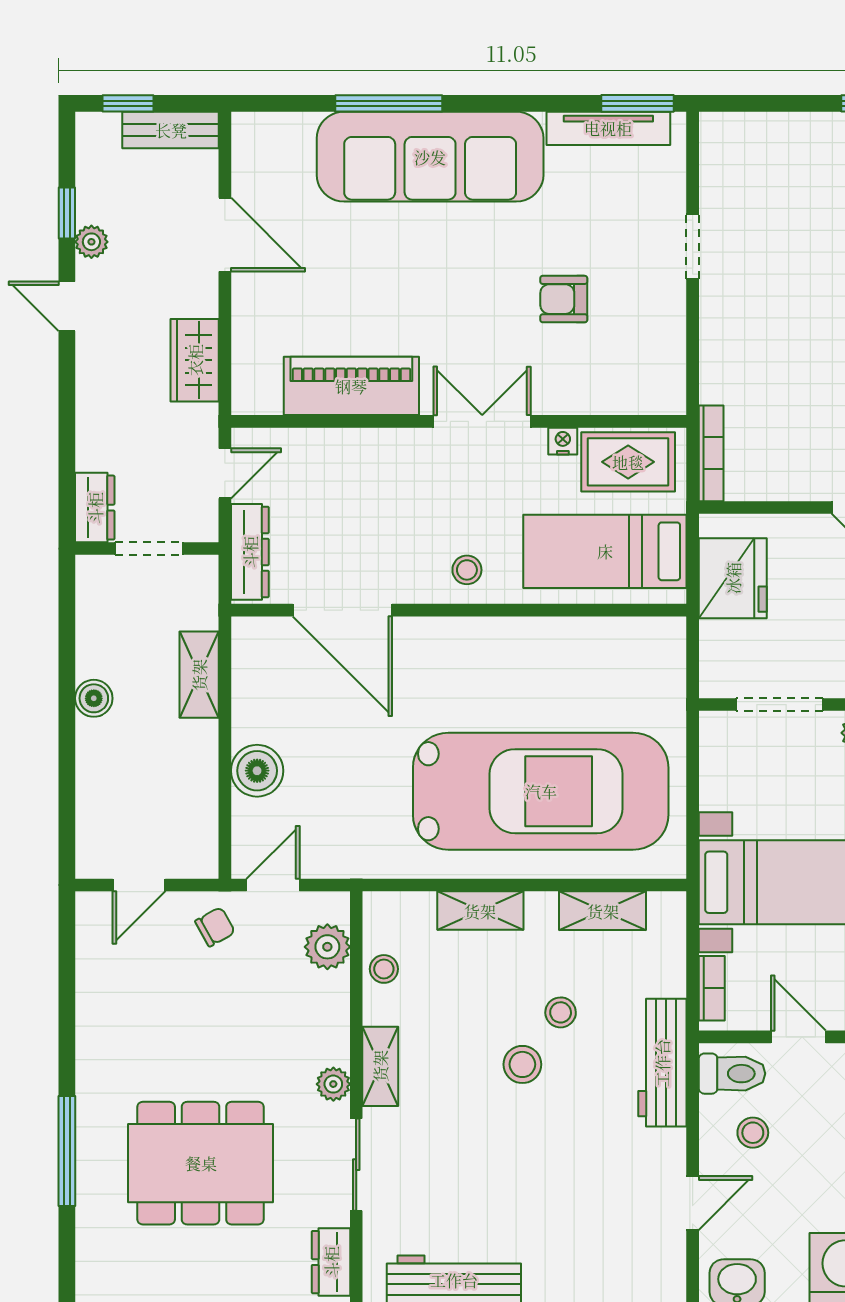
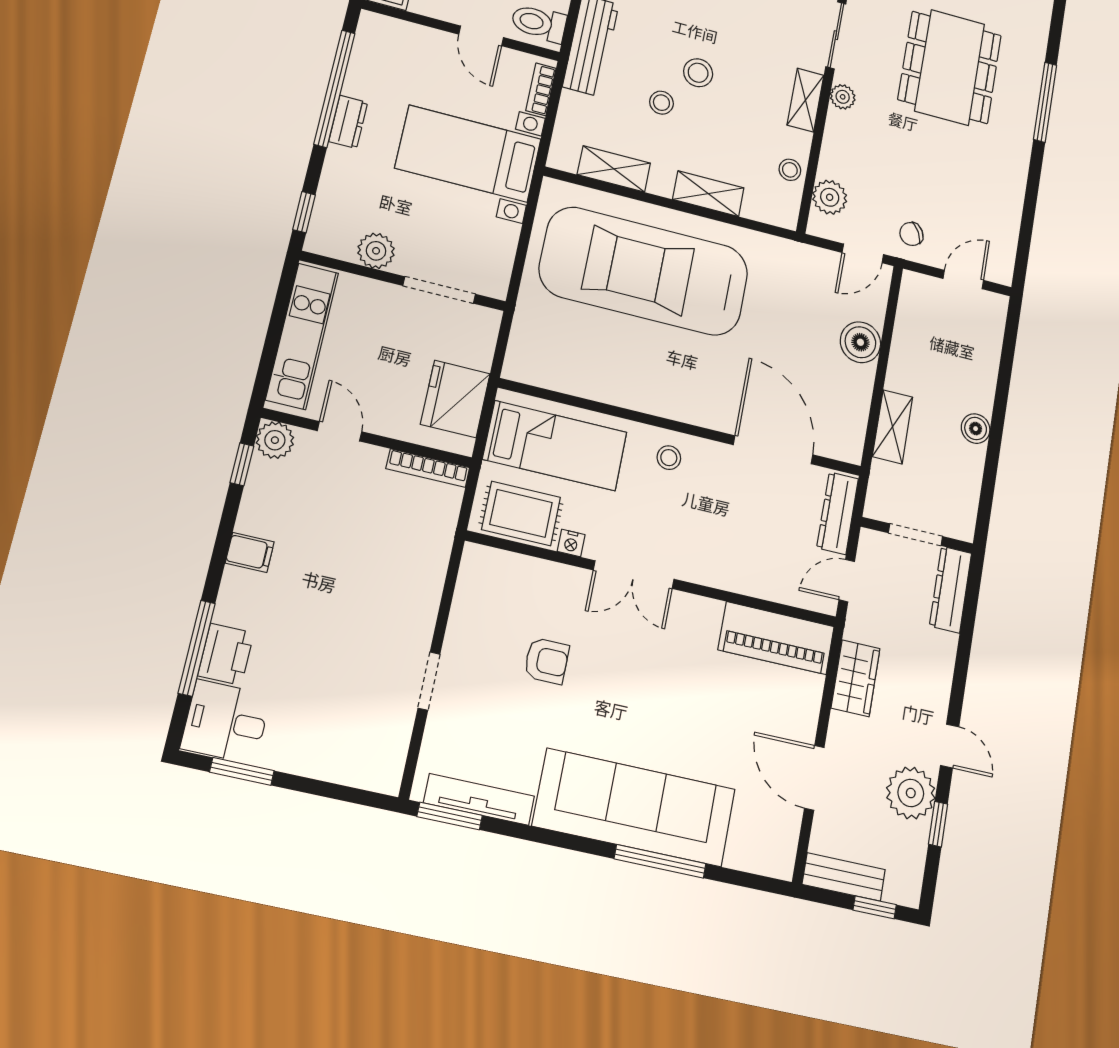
plant: (91, 242) -> (911, 793), width x1.87, depth x1.87
piano: (351, 386) -> (776, 638), moved
bookcase: (711, 453) -> (428, 468), moved, turned -90
dresser: (95, 508) -> (951, 589), width x1.44
dining table: (201, 1163) -> (950, 67), turned 90

